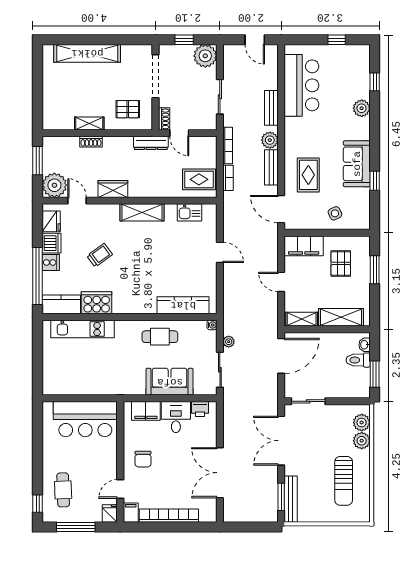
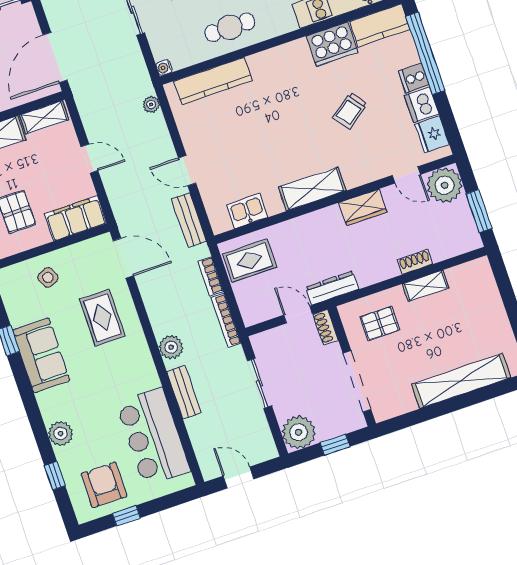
armchair: (344, 65) -> (104, 485), added
bench: (271, 167) -> (189, 220), moved
plant: (229, 342) -> (151, 104), moved

